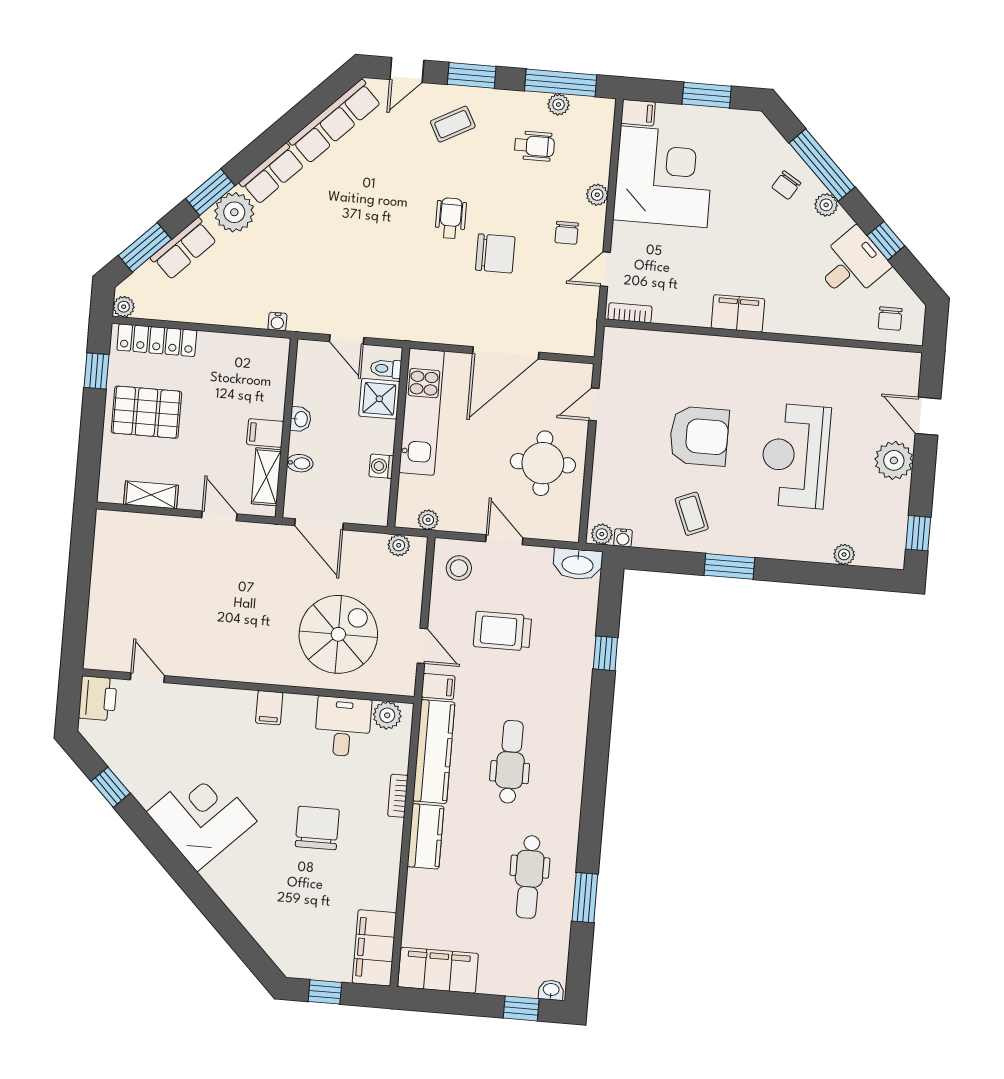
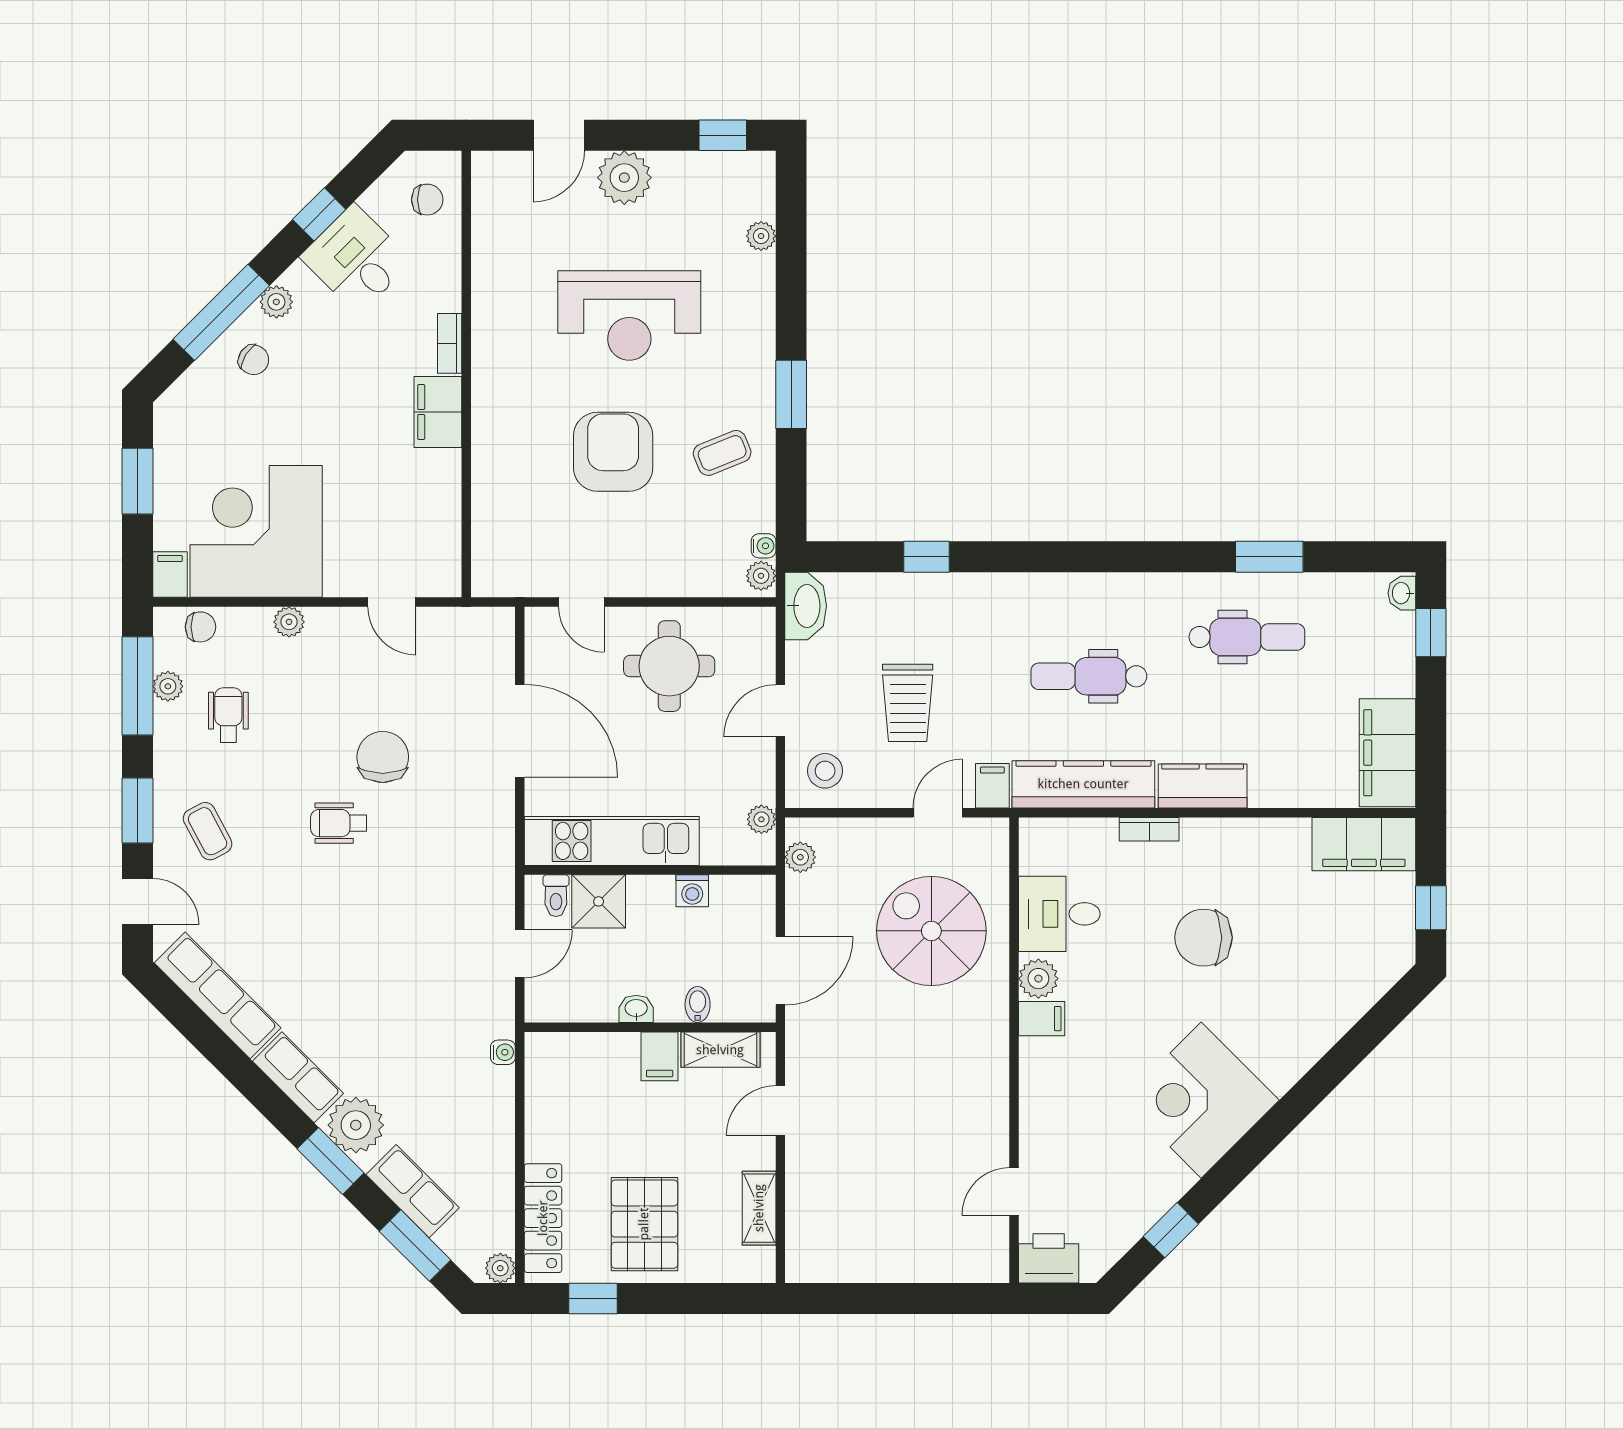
chair: (567, 233) -> (200, 627), moved
bookcase: (630, 313) -> (450, 343), moved
plant: (387, 715) -> (1038, 979), moved

